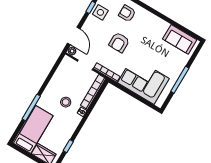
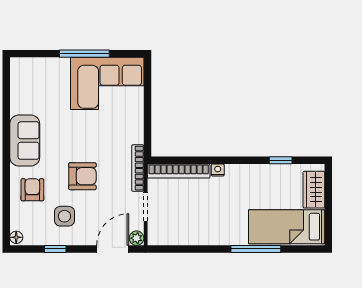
side table: (100, 12) -> (64, 216), moved
armchair: (127, 13) -> (32, 190), turned 180
sofa: (180, 39) -> (25, 141), moved
corner sofa: (143, 81) -> (107, 83), moved, turned -90
stool: (66, 102) -> (218, 203), removed

